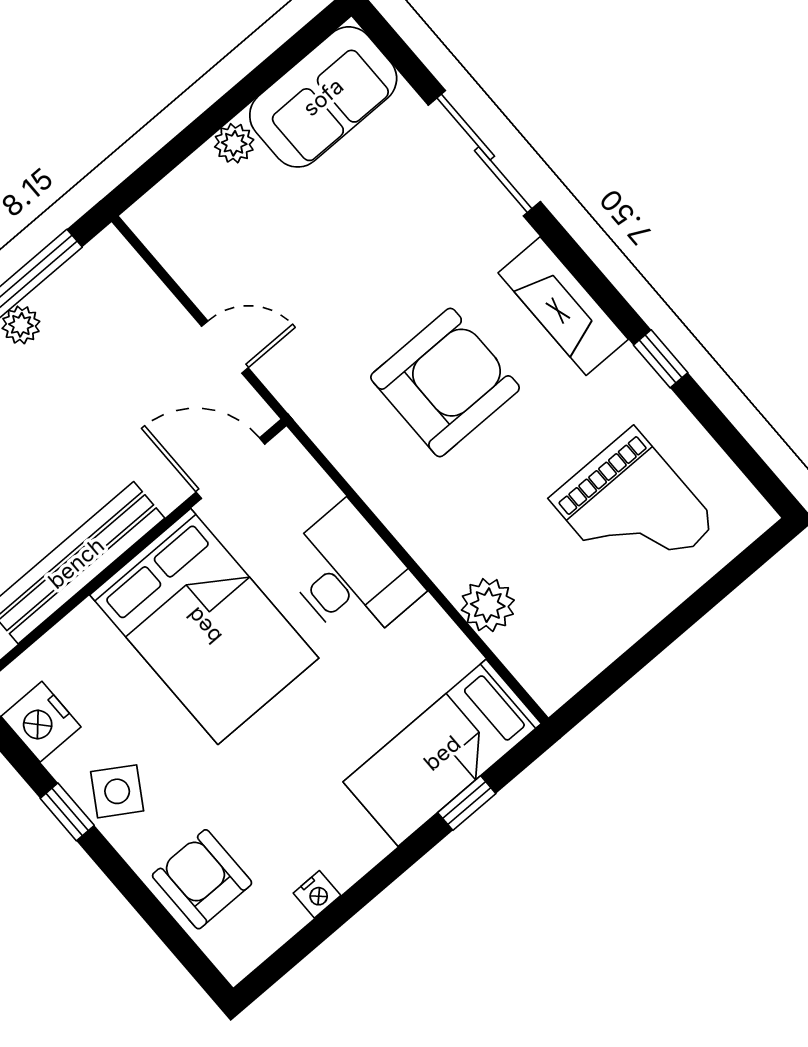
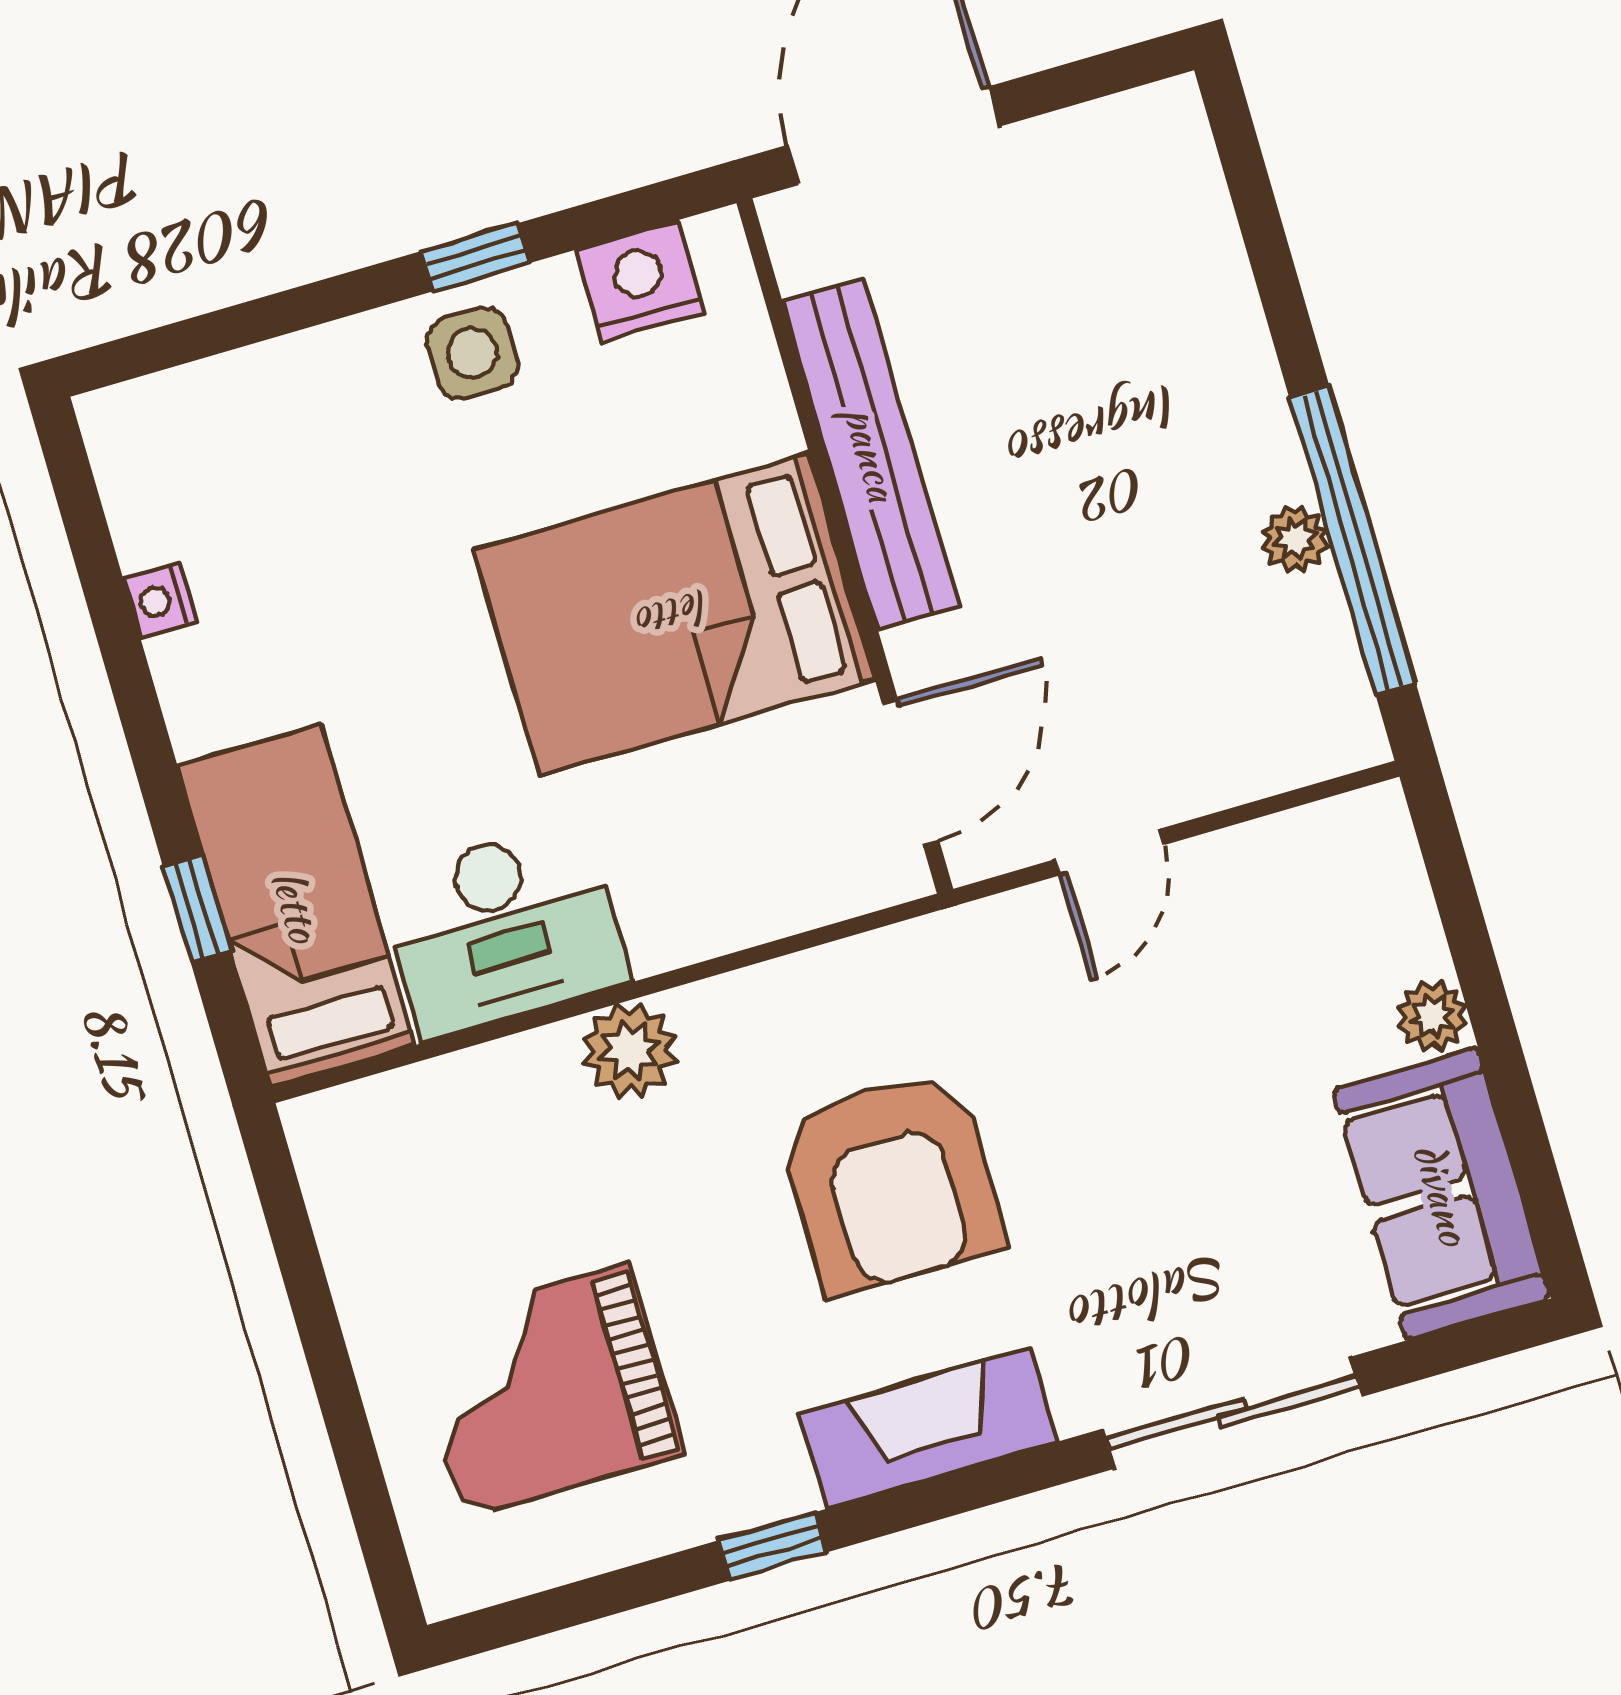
desk: (350, 576) -> (503, 929), moved
plant: (488, 605) -> (630, 1050), moved
side table: (117, 791) -> (472, 353), turned -32
armchair: (202, 879) -> (268, 426), removed

